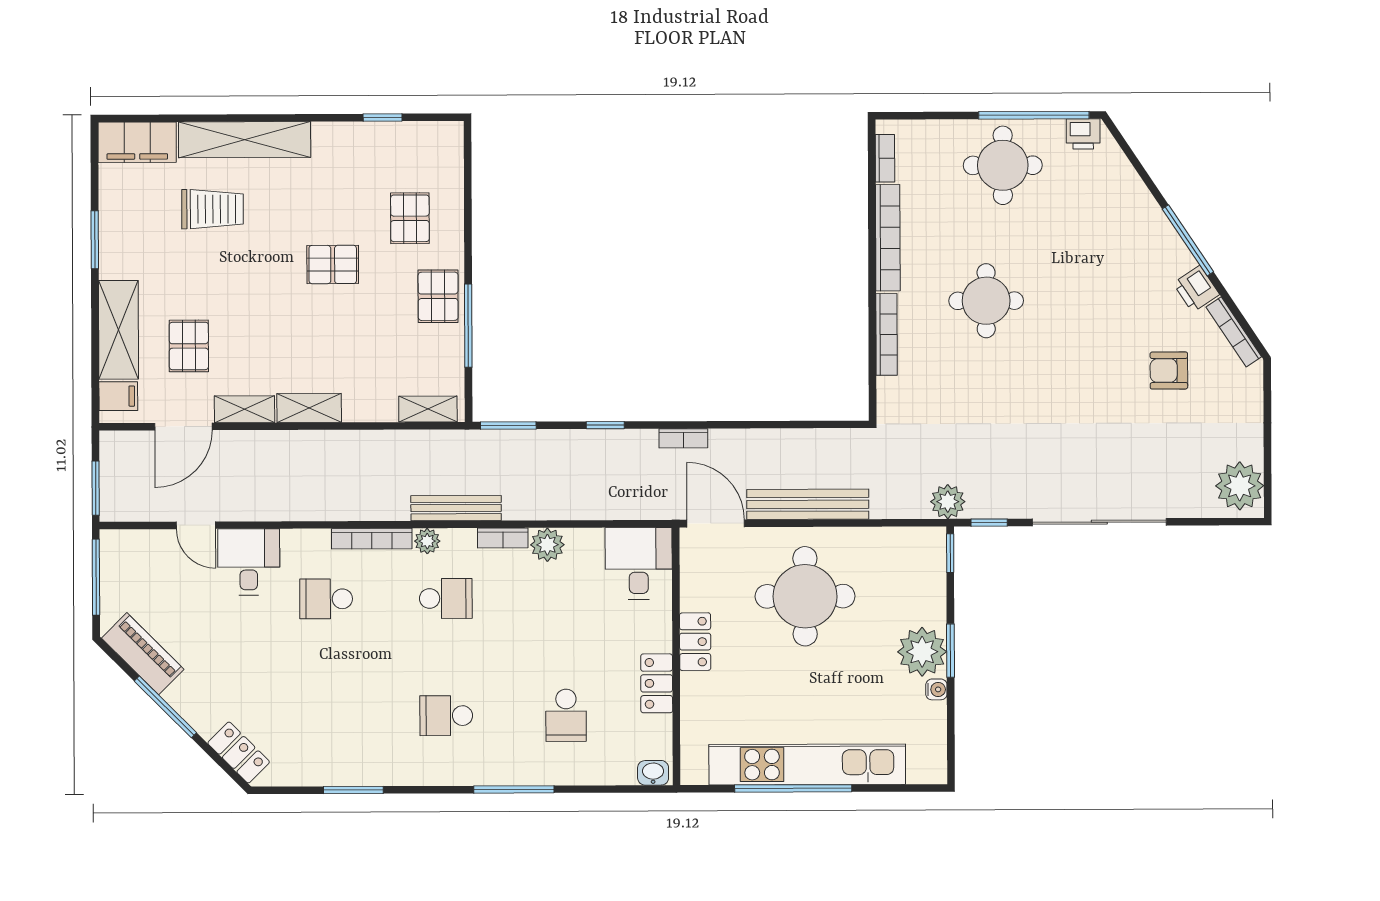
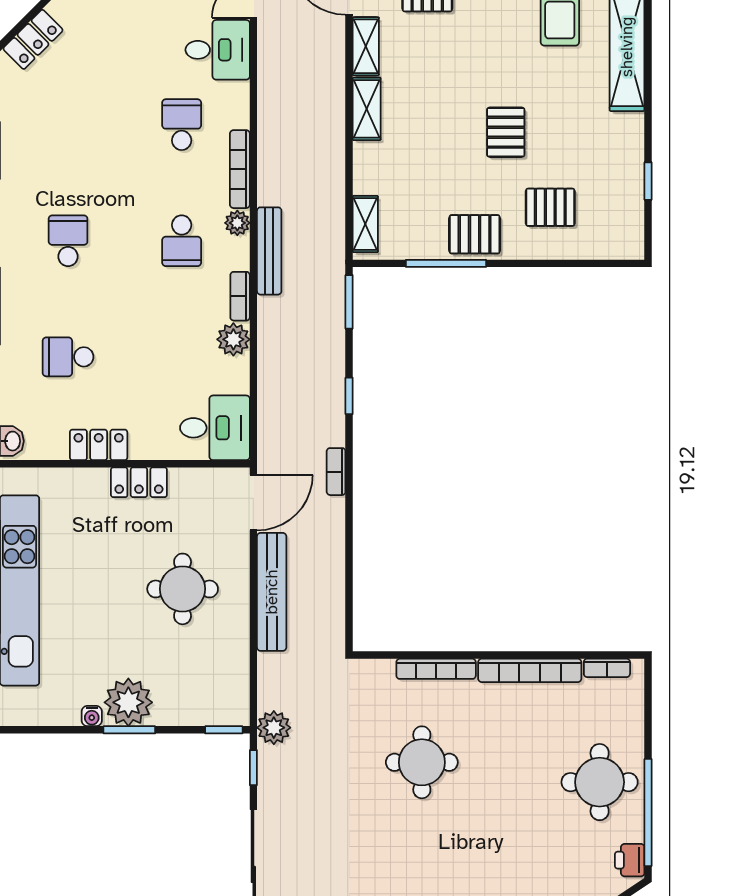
round table: (986, 301) -> (422, 762), moved
round table: (805, 596) -> (183, 589), width x0.73, depth x0.73

